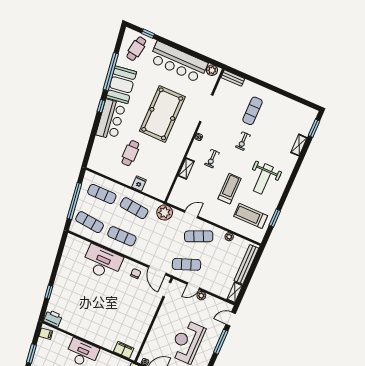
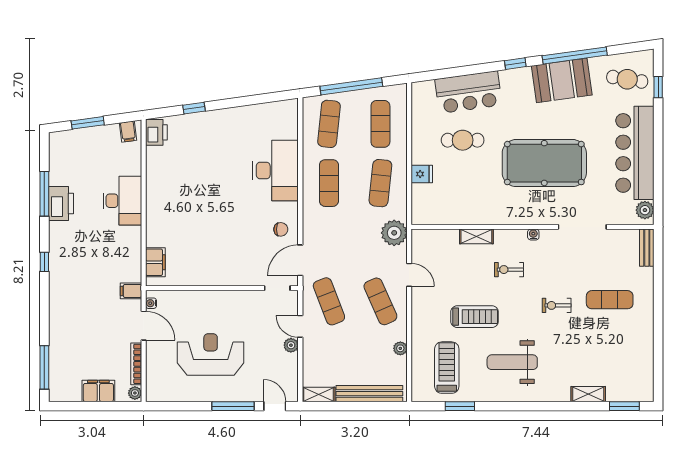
bar counter: (111, 119) -> (468, 92), moved

